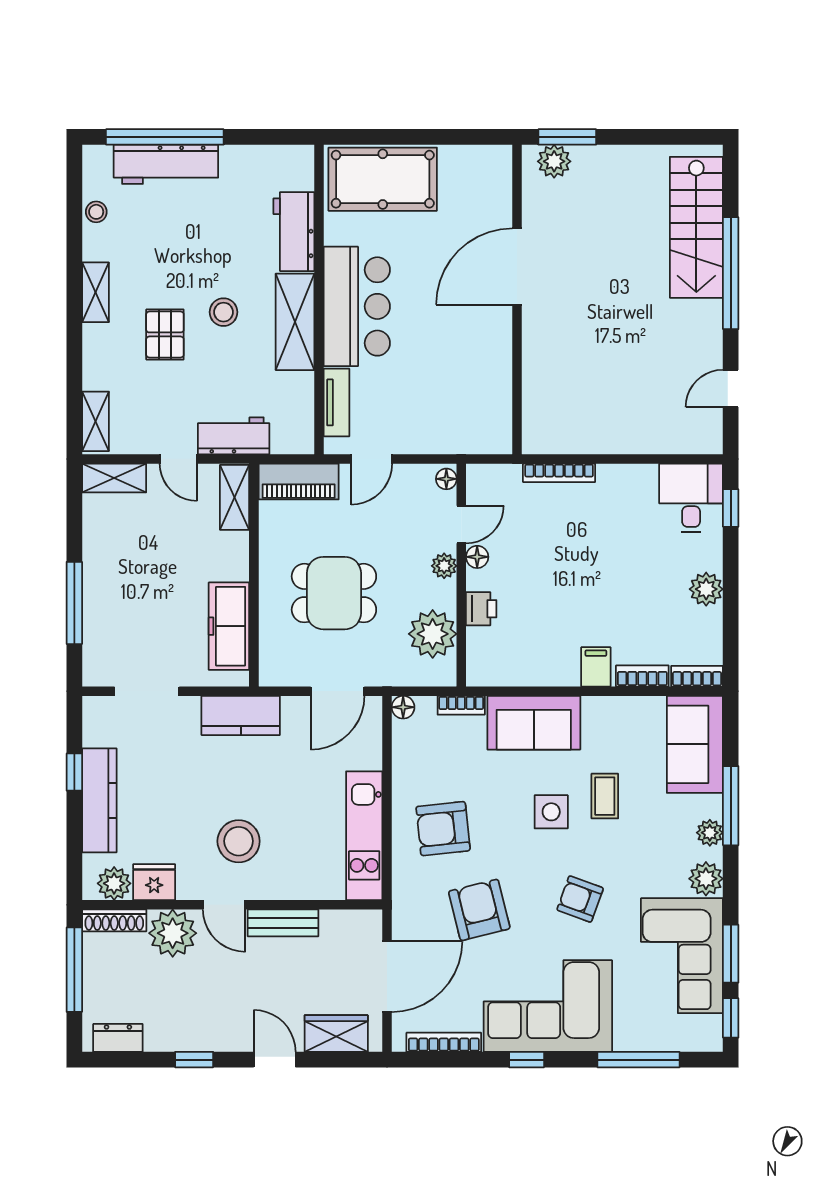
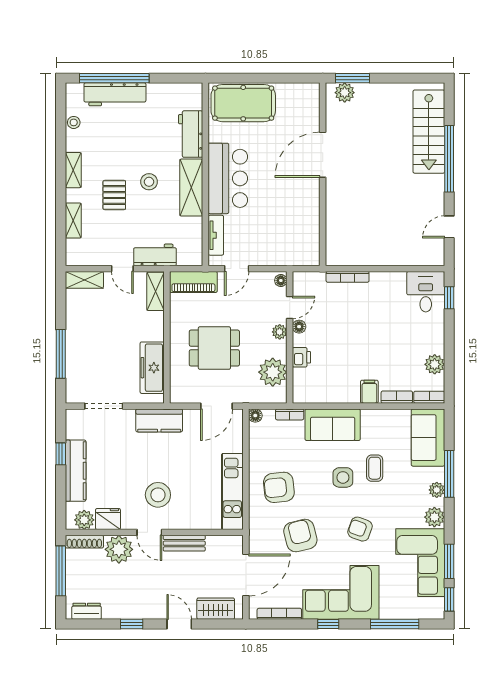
shelving: (95, 421) -> (73, 220), moved
plant: (706, 589) -> (435, 364), moved

